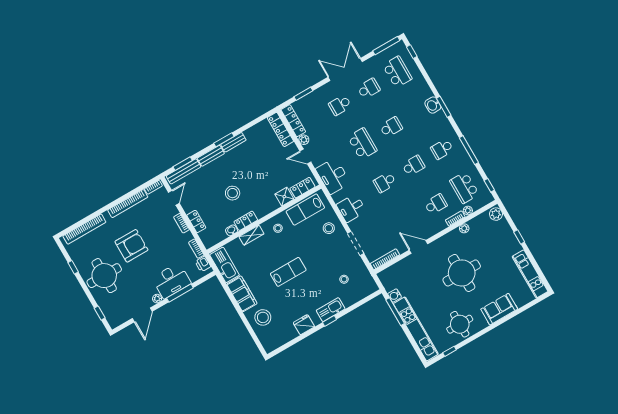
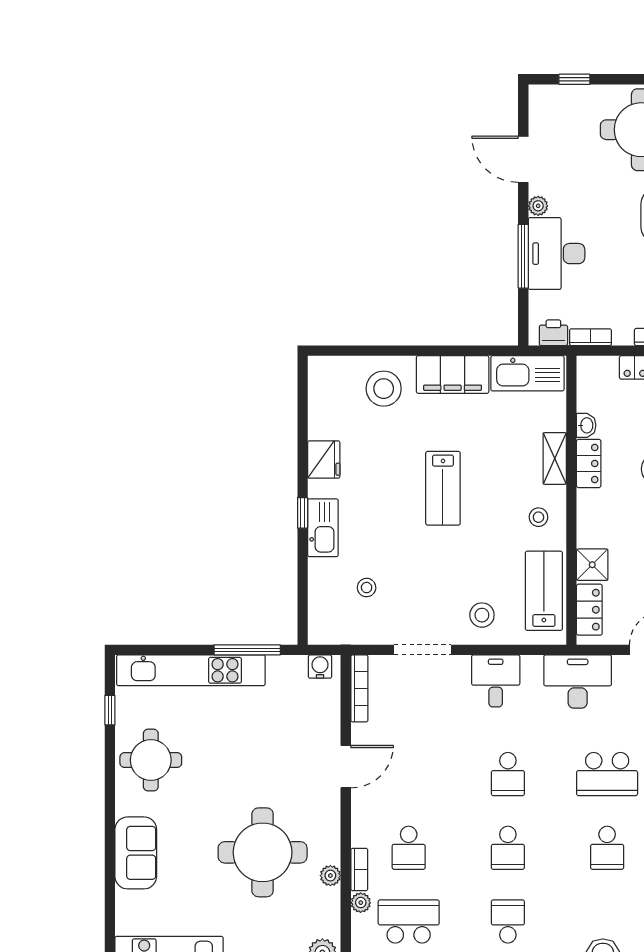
school desk: (385, 182) -> (508, 774), turned 180
round table: (462, 273) -> (263, 852), moved
water cooler: (395, 296) -> (320, 667), moved

